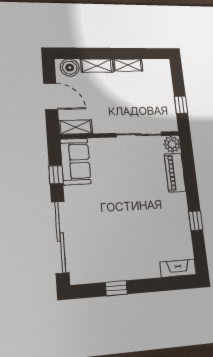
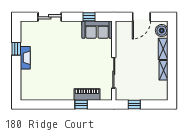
shelving: (76, 127) -> (120, 32), removed
plant: (172, 144) -> (106, 95), removed
window: (196, 221) -> (81, 104), moved
sliding door: (60, 237) -> (50, 17), width x0.54
fireplace: (178, 268) -> (25, 58), moved

